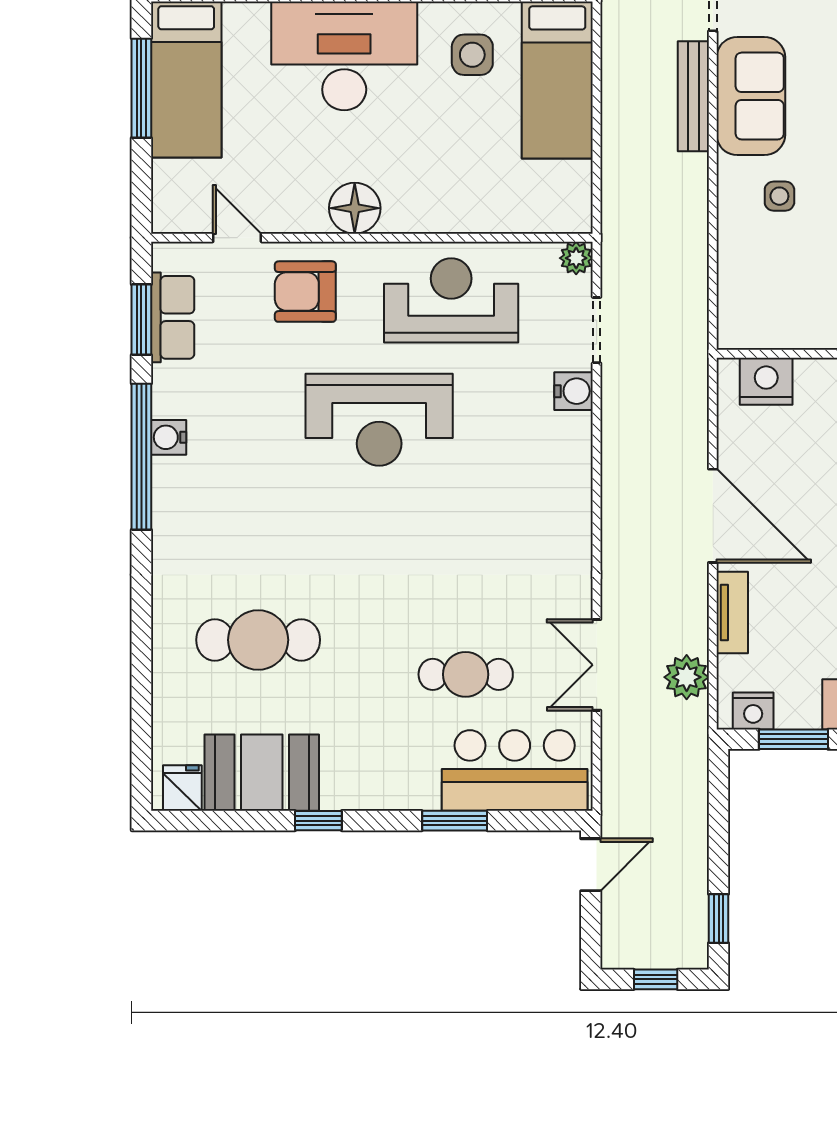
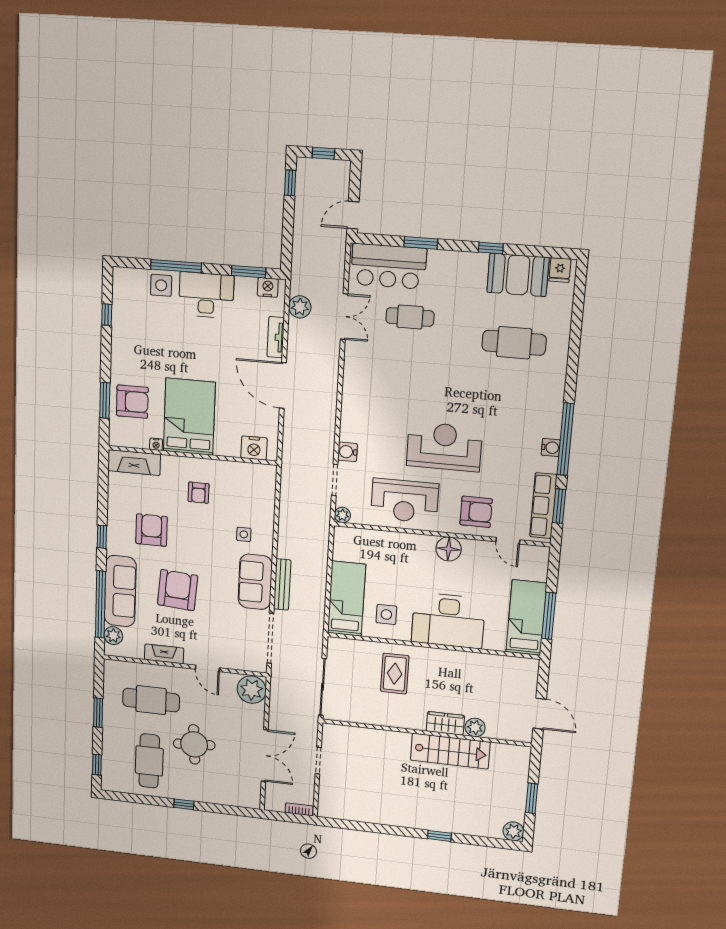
row of seats: (173, 317) -> (543, 506), width x1.48

